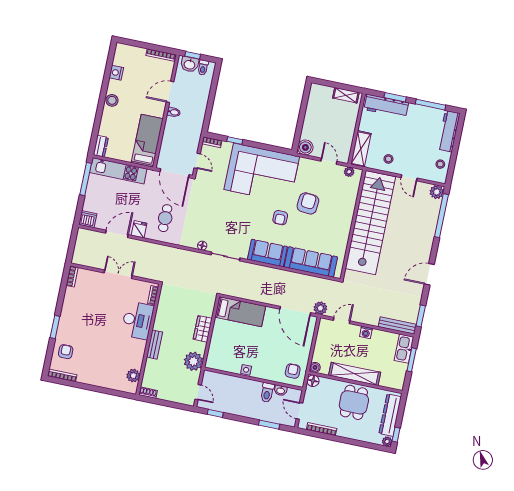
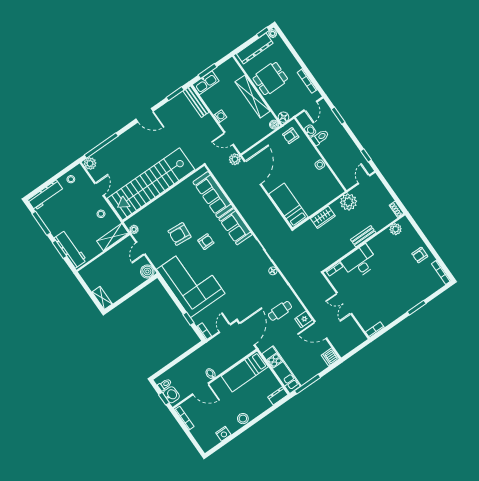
shelving: (346, 95) -> (102, 298), moved
armchair: (66, 352) -> (420, 255), moved

